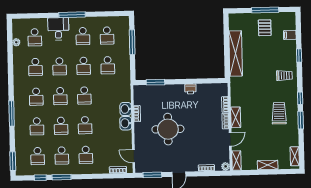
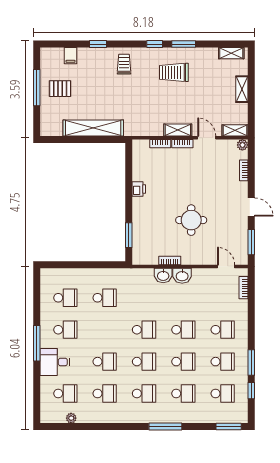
window: (132, 42) -> (75, 265), removed
school desk: (84, 66) -> (105, 330), removed
round table: (168, 129) -> (191, 220), width x0.73, depth x0.73
door: (134, 156) -> (226, 266), swing flipped

